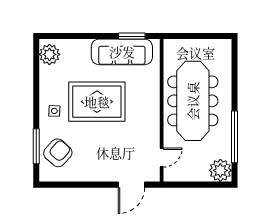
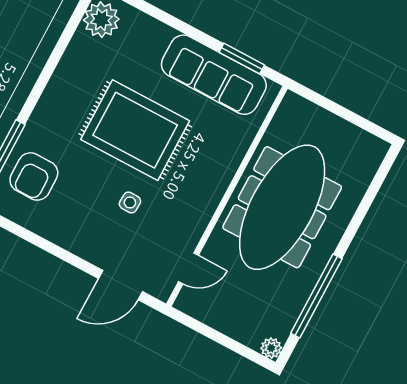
side table: (54, 111) -> (130, 203), moved
armchair: (58, 153) -> (34, 176), turned 138
plant: (220, 170) -> (271, 348), width x0.53, depth x0.53

